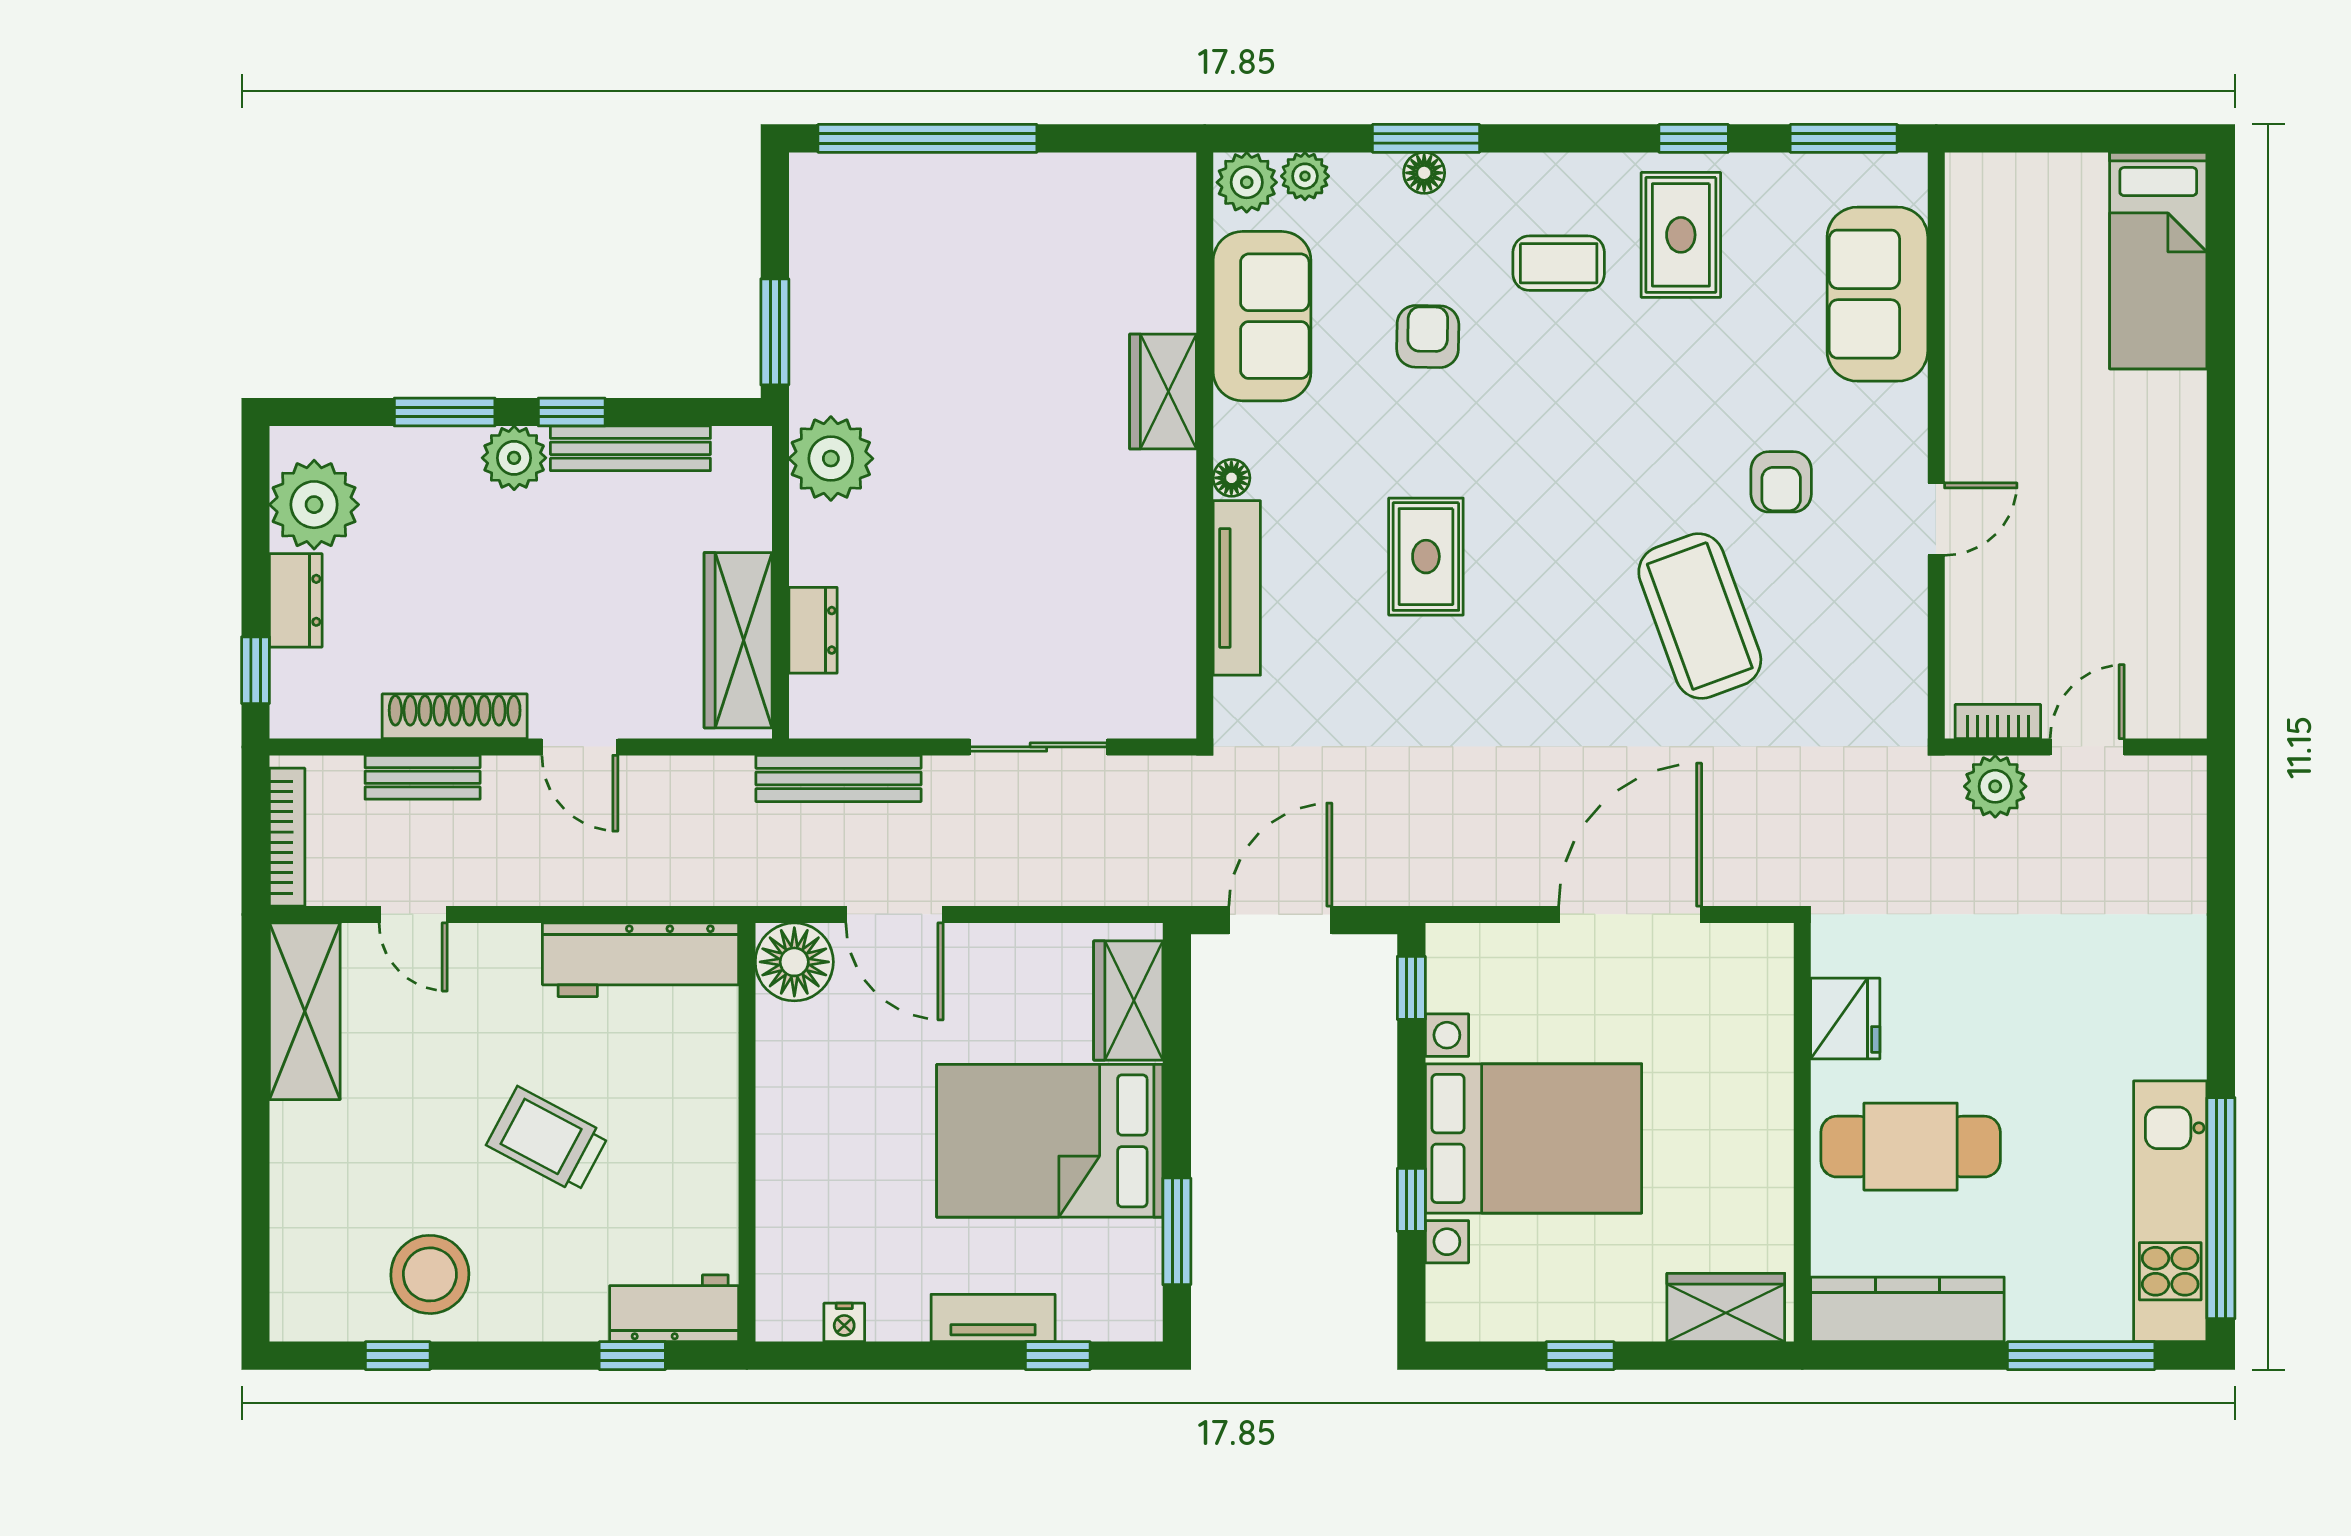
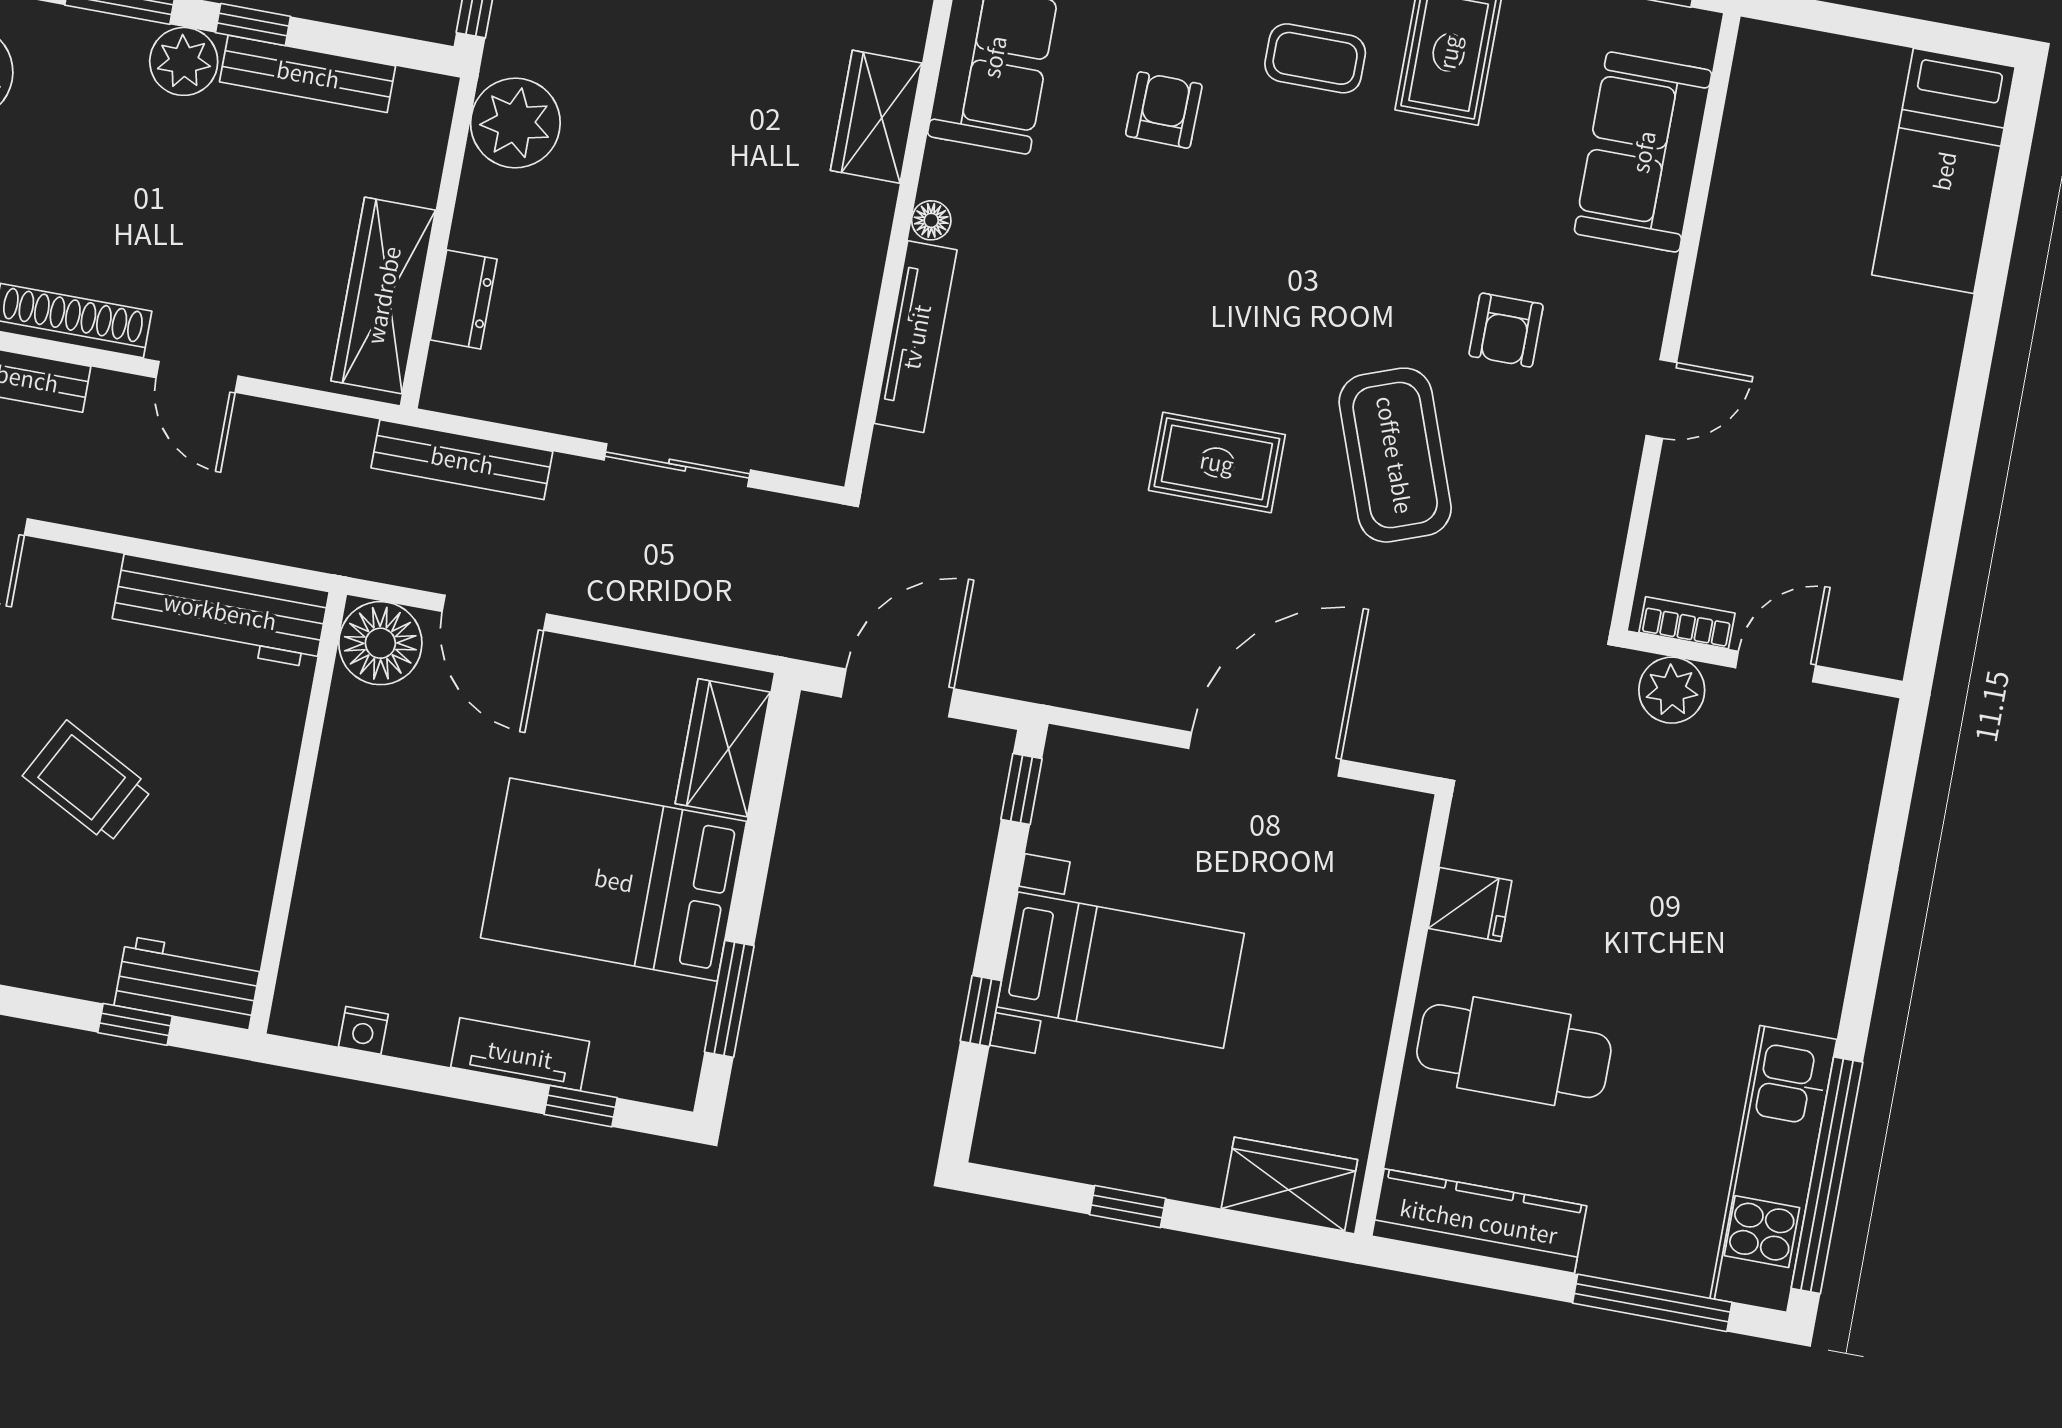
rug: (1426, 557) -> (1217, 462), moved, turned 90
fridge: (1845, 1019) -> (1470, 904), width x0.72
bed with nightstands: (1533, 1138) -> (1121, 970), width x0.73

